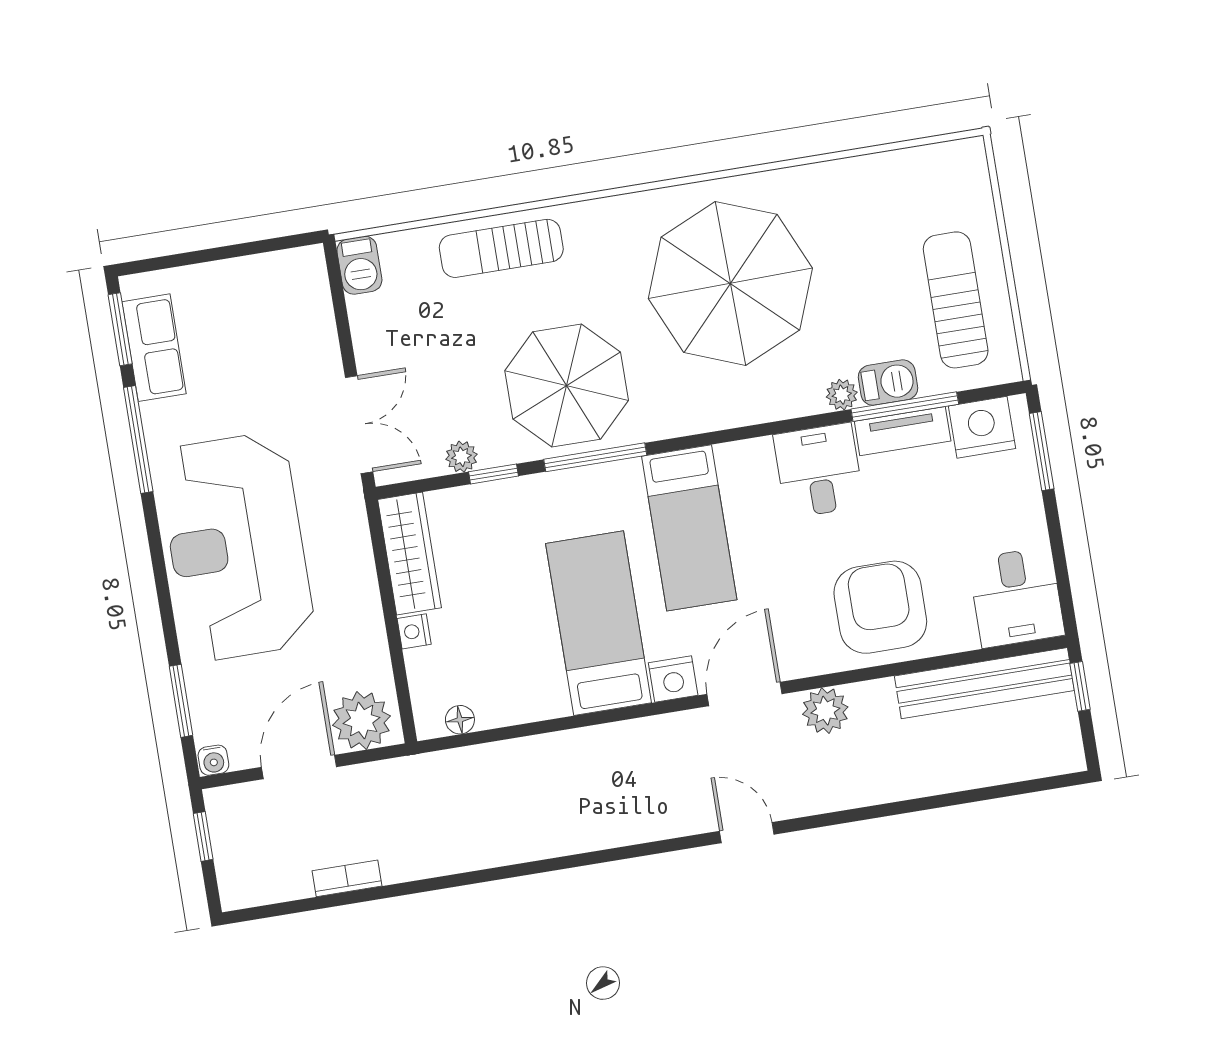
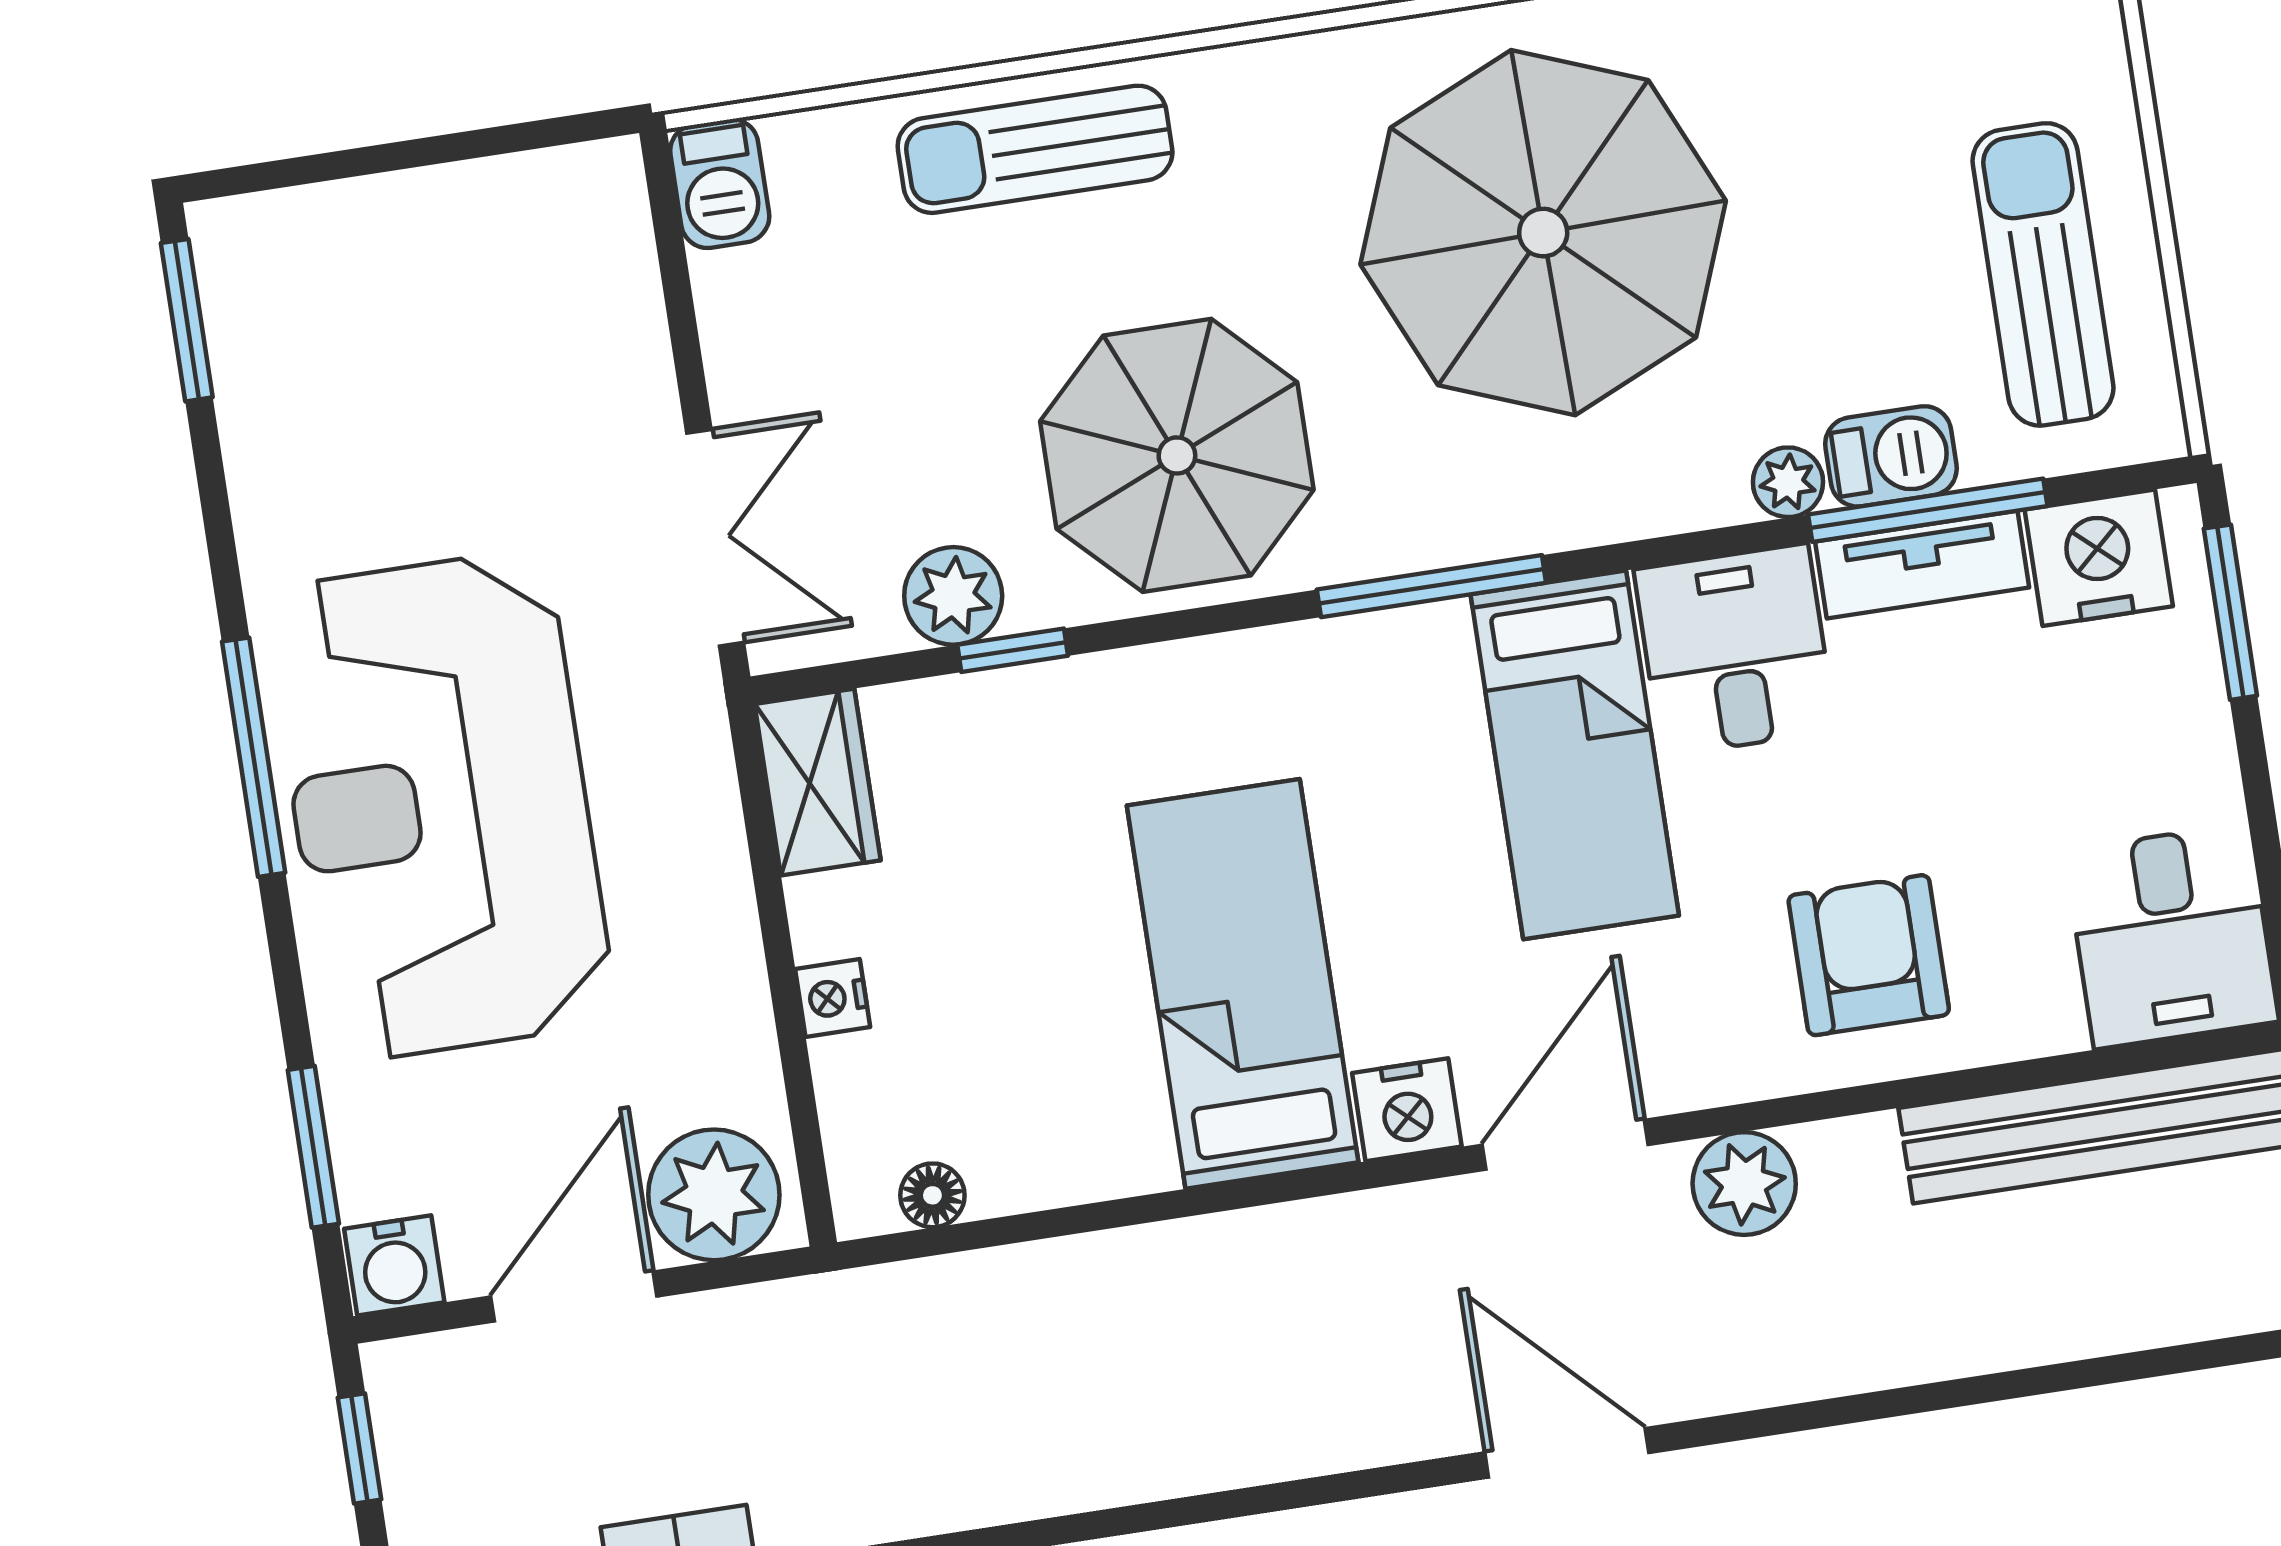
row of seats: (154, 348) -> (262, 362), removed
window: (138, 440) -> (254, 757), moved
plant: (462, 457) -> (953, 596), width x1.38, depth x1.38
window: (595, 457) -> (1431, 586), moved
bed: (689, 528) -> (1575, 755), moved
wardrobe: (409, 554) -> (818, 782), width x0.67
armchair: (880, 607) -> (1869, 955), width x0.73, depth x0.73
water cooler: (213, 760) -> (394, 1265), width x1.38, depth x1.38
door: (747, 833) -> (1567, 1453), width x1.38

